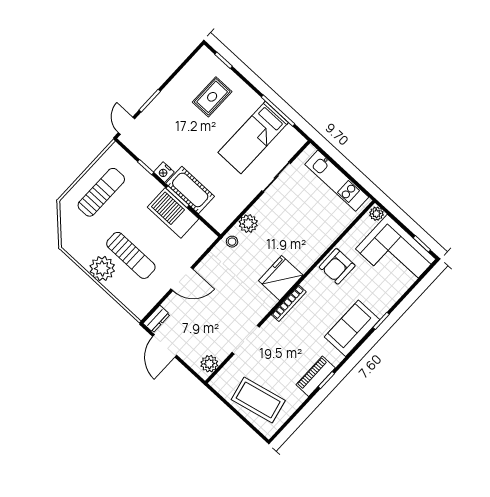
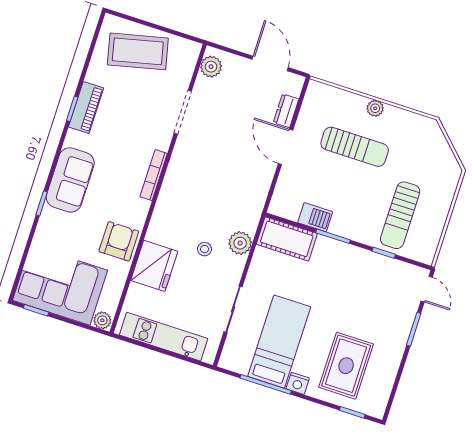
rug: (212, 97) -> (346, 366), width x1.36, depth x1.43
nightstand: (164, 172) -> (298, 383), moved, turned 180
cot: (190, 190) -> (287, 239), moved
sun lounger: (101, 192) -> (400, 215), moved
barbecue: (173, 213) -> (315, 217), width x0.53, depth x0.65
stool: (232, 242) -> (205, 249), moved
sun lounger: (131, 255) -> (355, 147), turned 180
plant: (102, 268) -> (375, 108), width x0.53, depth x0.53
fridge: (281, 278) -> (154, 266), moved
door: (182, 279) -> (286, 147), hinge flipped
dresser: (157, 319) -> (286, 111), moved

